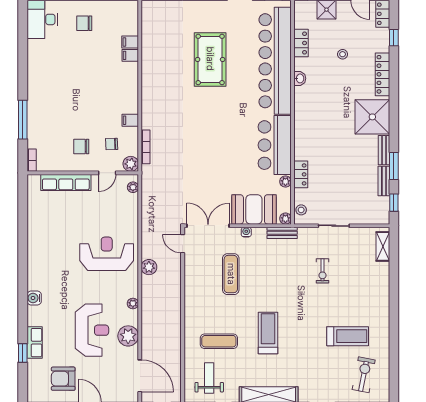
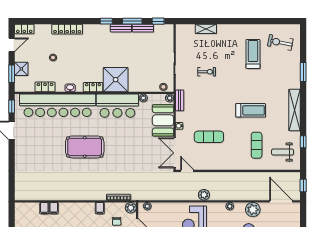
window: (394, 38) -> (106, 21), moved
pool table: (210, 59) -> (85, 147), moved
shower: (372, 117) -> (116, 80), moved
locker: (301, 174) -> (93, 87), moved
door: (183, 244) -> (187, 171), swing flipped
shelving: (383, 246) -> (206, 29), moved
treadmill: (268, 333) -> (251, 110), turned 180
door: (140, 376) -> (281, 201), hinge flipped

